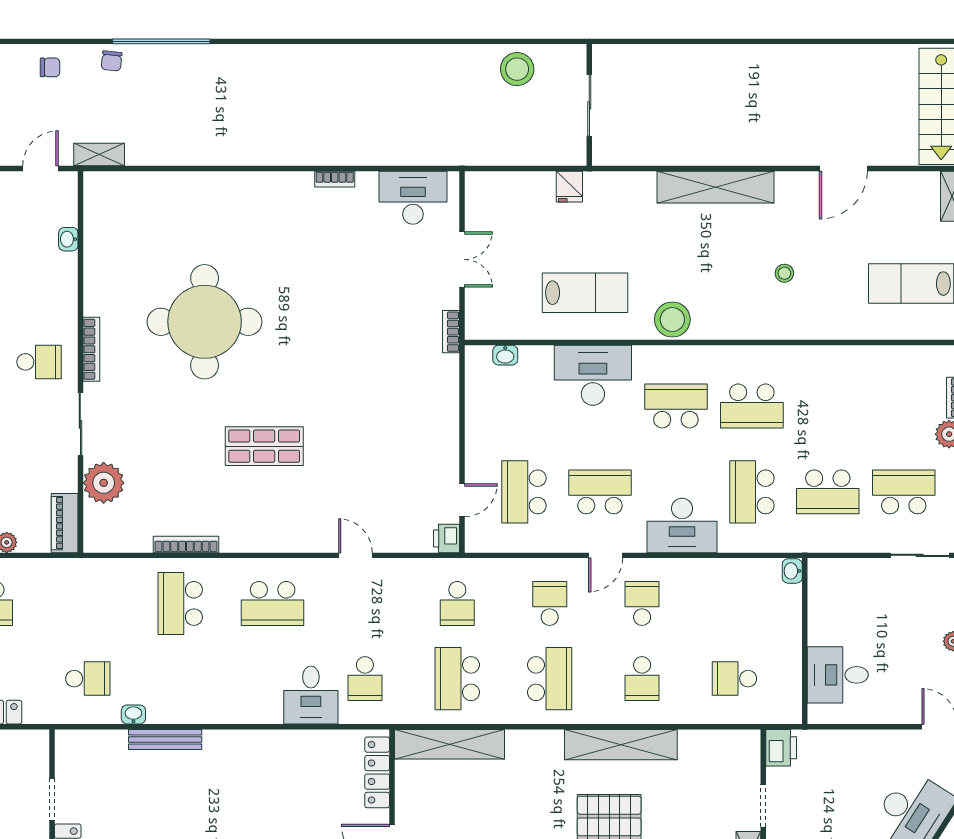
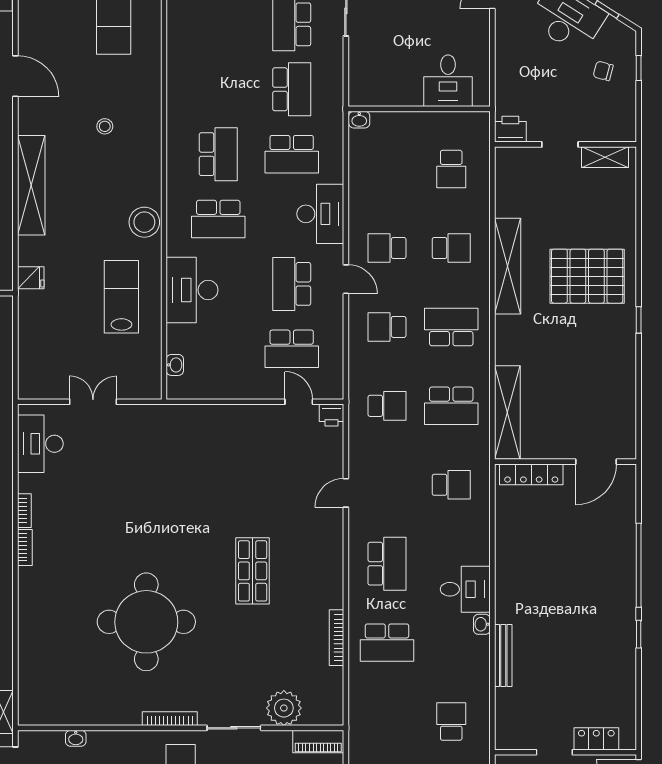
fridge: (569, 187) -> (31, 278), moved
bookcase: (451, 332) -> (25, 547), moved, turned -90
school desk: (676, 406) -> (218, 219), turned -90
desk: (311, 695) -> (465, 589), moved
washbasin: (133, 714) -> (482, 624), moved

